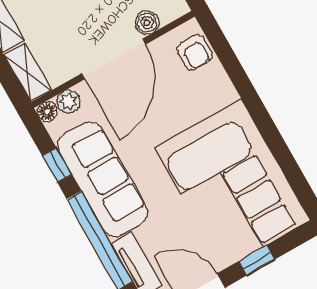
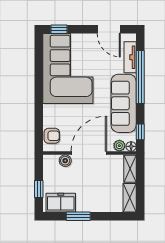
armchair: (195, 52) -> (52, 136), turned 90
window: (57, 165) -> (140, 132), moved
window: (257, 260) -> (59, 29), moved

